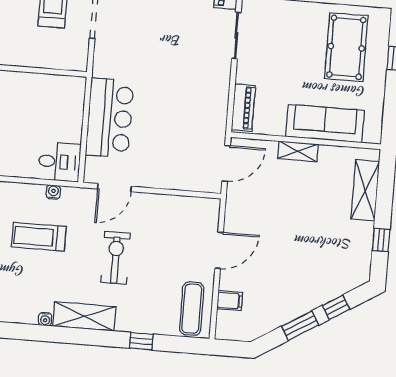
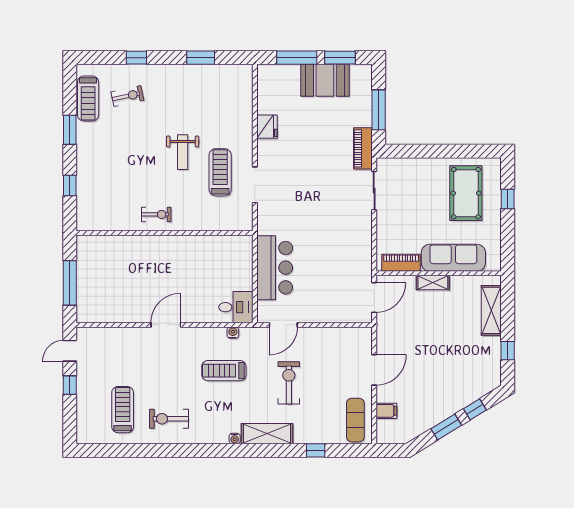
piano: (243, 108) -> (401, 263), moved, turned -90

